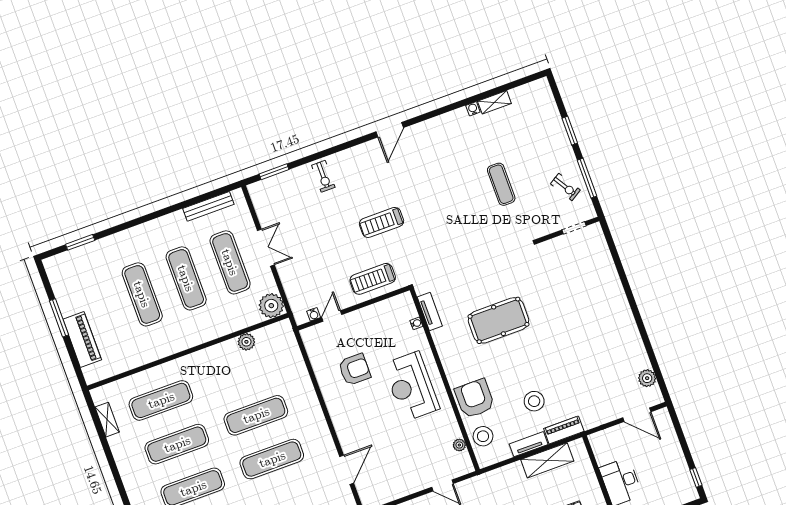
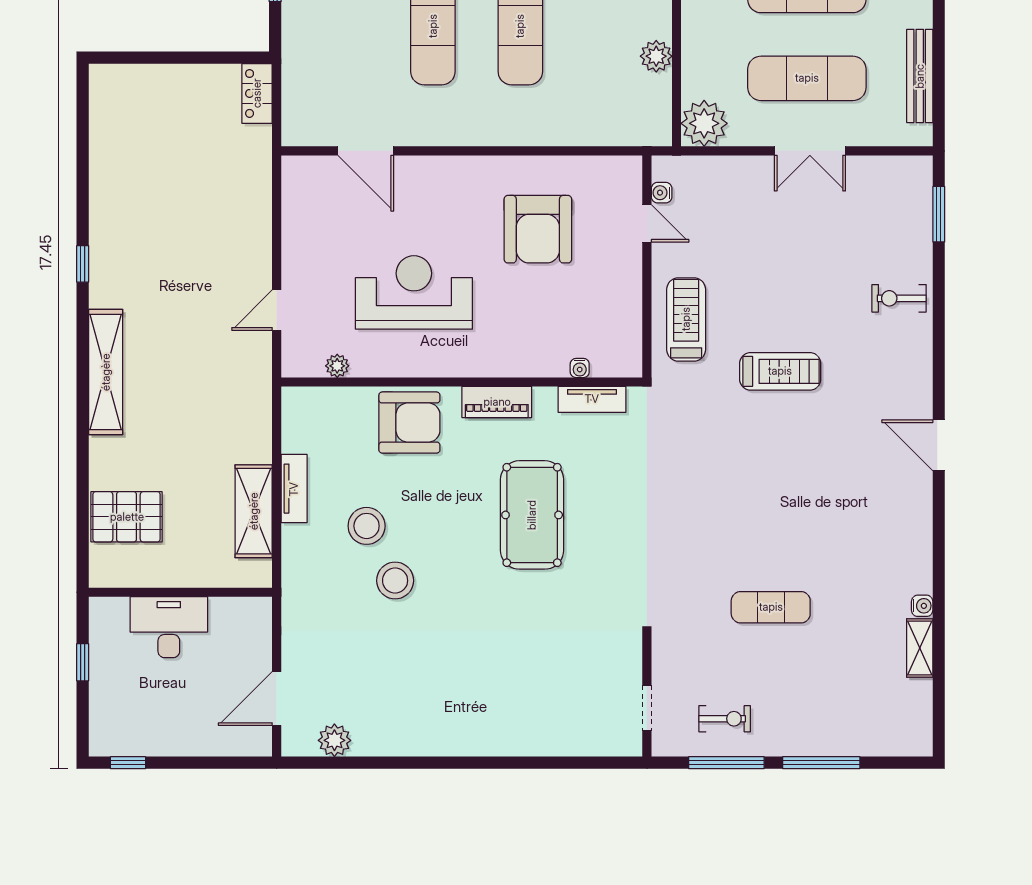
window: (570, 131) -> (821, 763), width x1.44
exercise bike: (565, 187) -> (725, 719), turned -148
treadmill: (382, 222) -> (780, 371), turned 90
armchair: (354, 369) -> (538, 229), width x1.36, depth x1.36
reception desk: (411, 386) -> (414, 292), moved
piano: (564, 430) -> (497, 402), moved, turned 90
stool: (483, 436) -> (395, 581), moved

